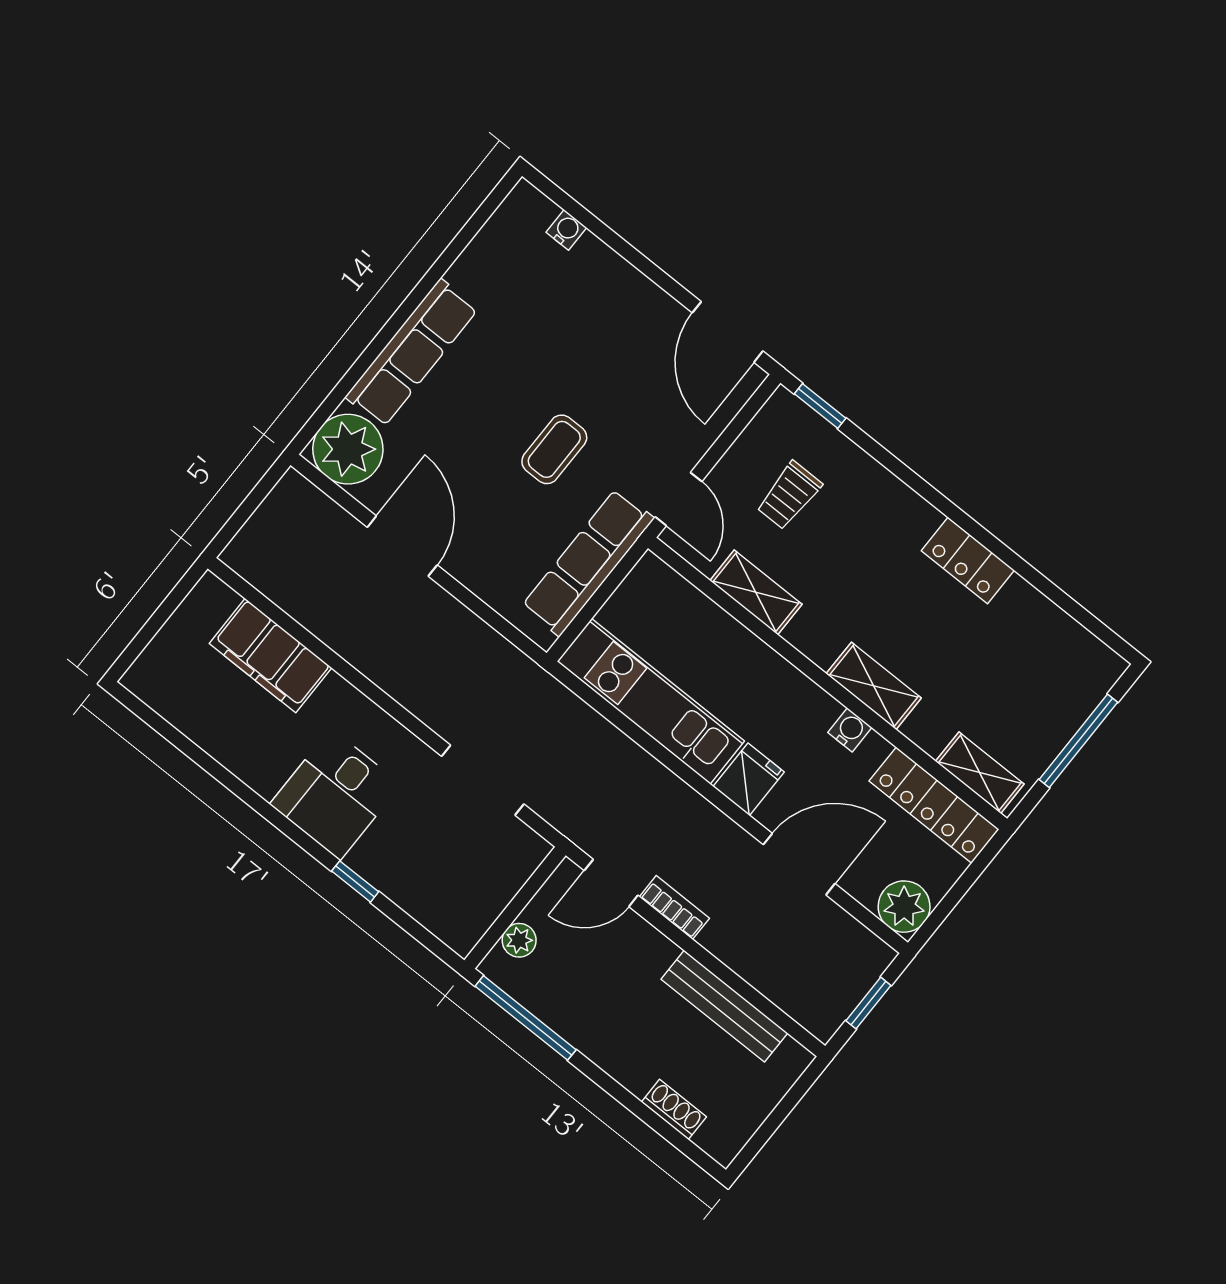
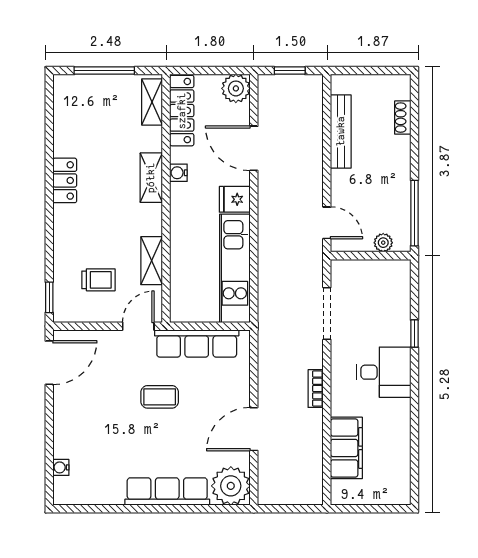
bookcase: (674, 908) -> (316, 389), moved

